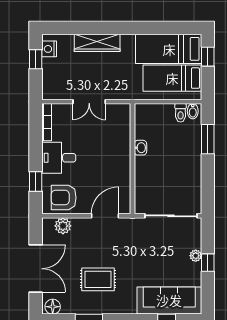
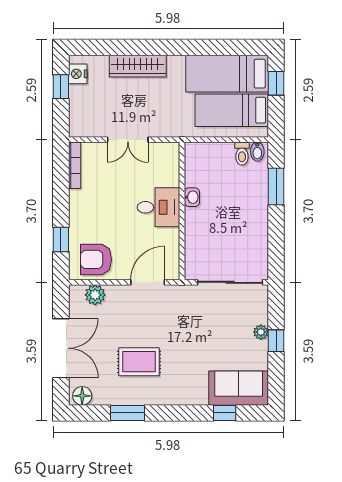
desk: (59, 158) -> (158, 207), moved, turned 180
sofa: (169, 300) -> (239, 388), width x0.73

